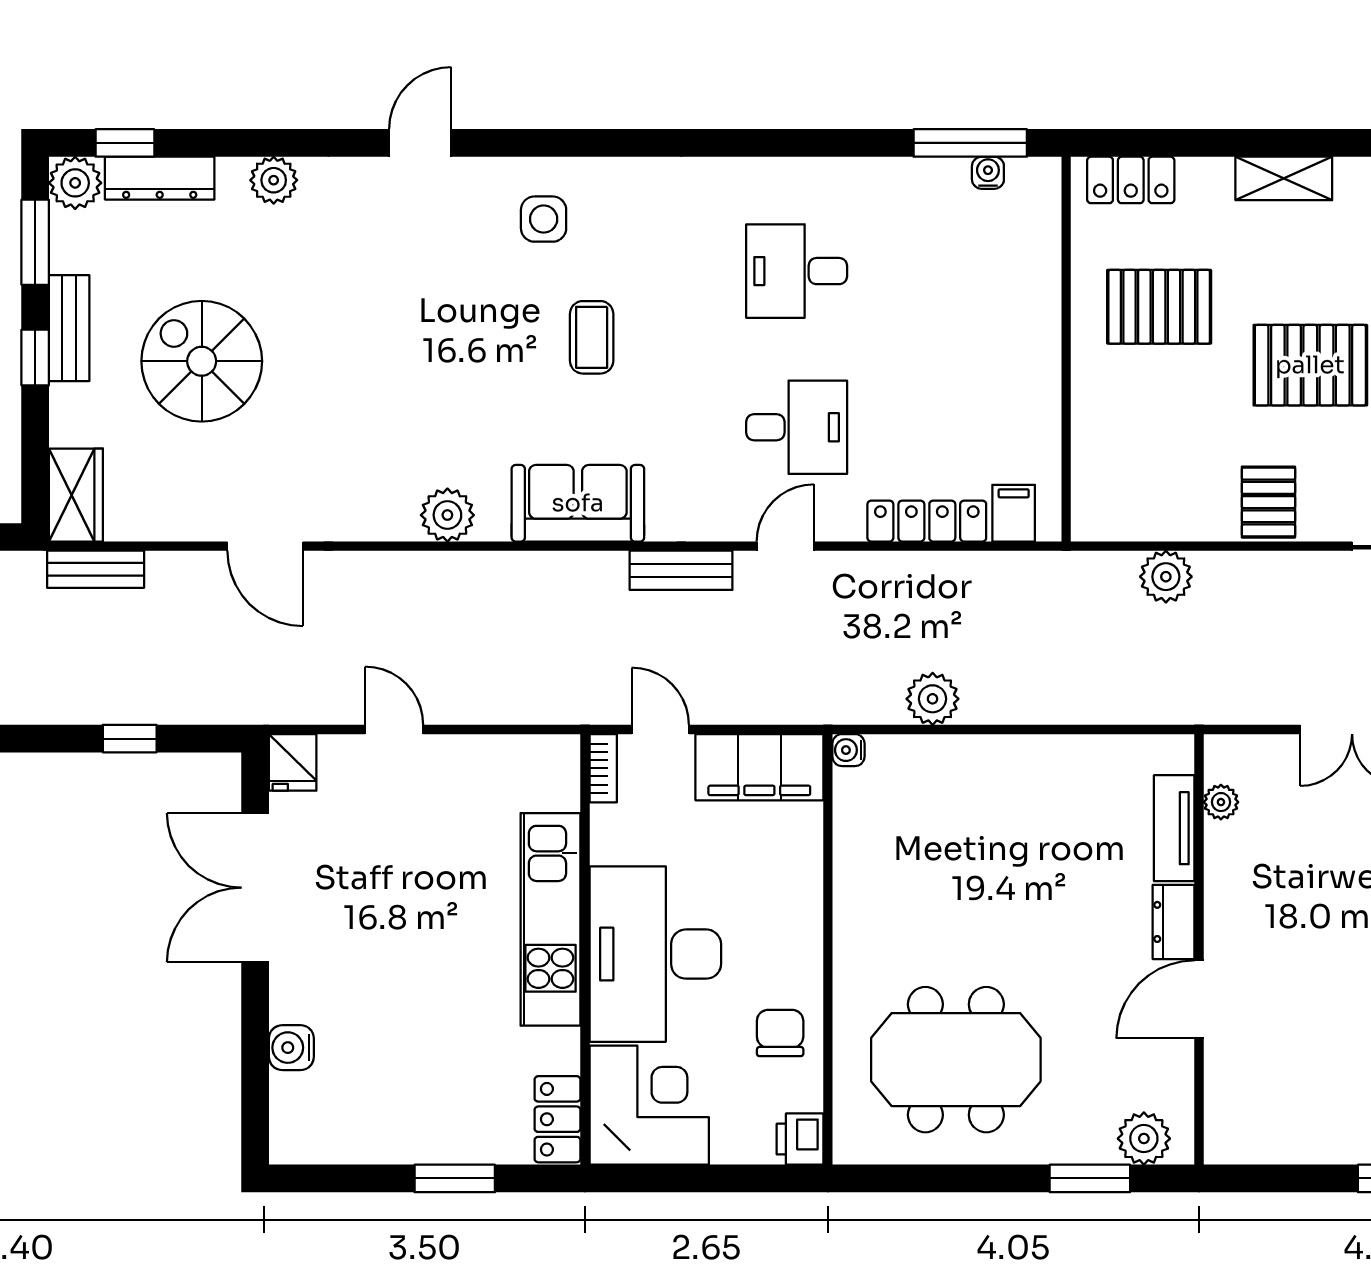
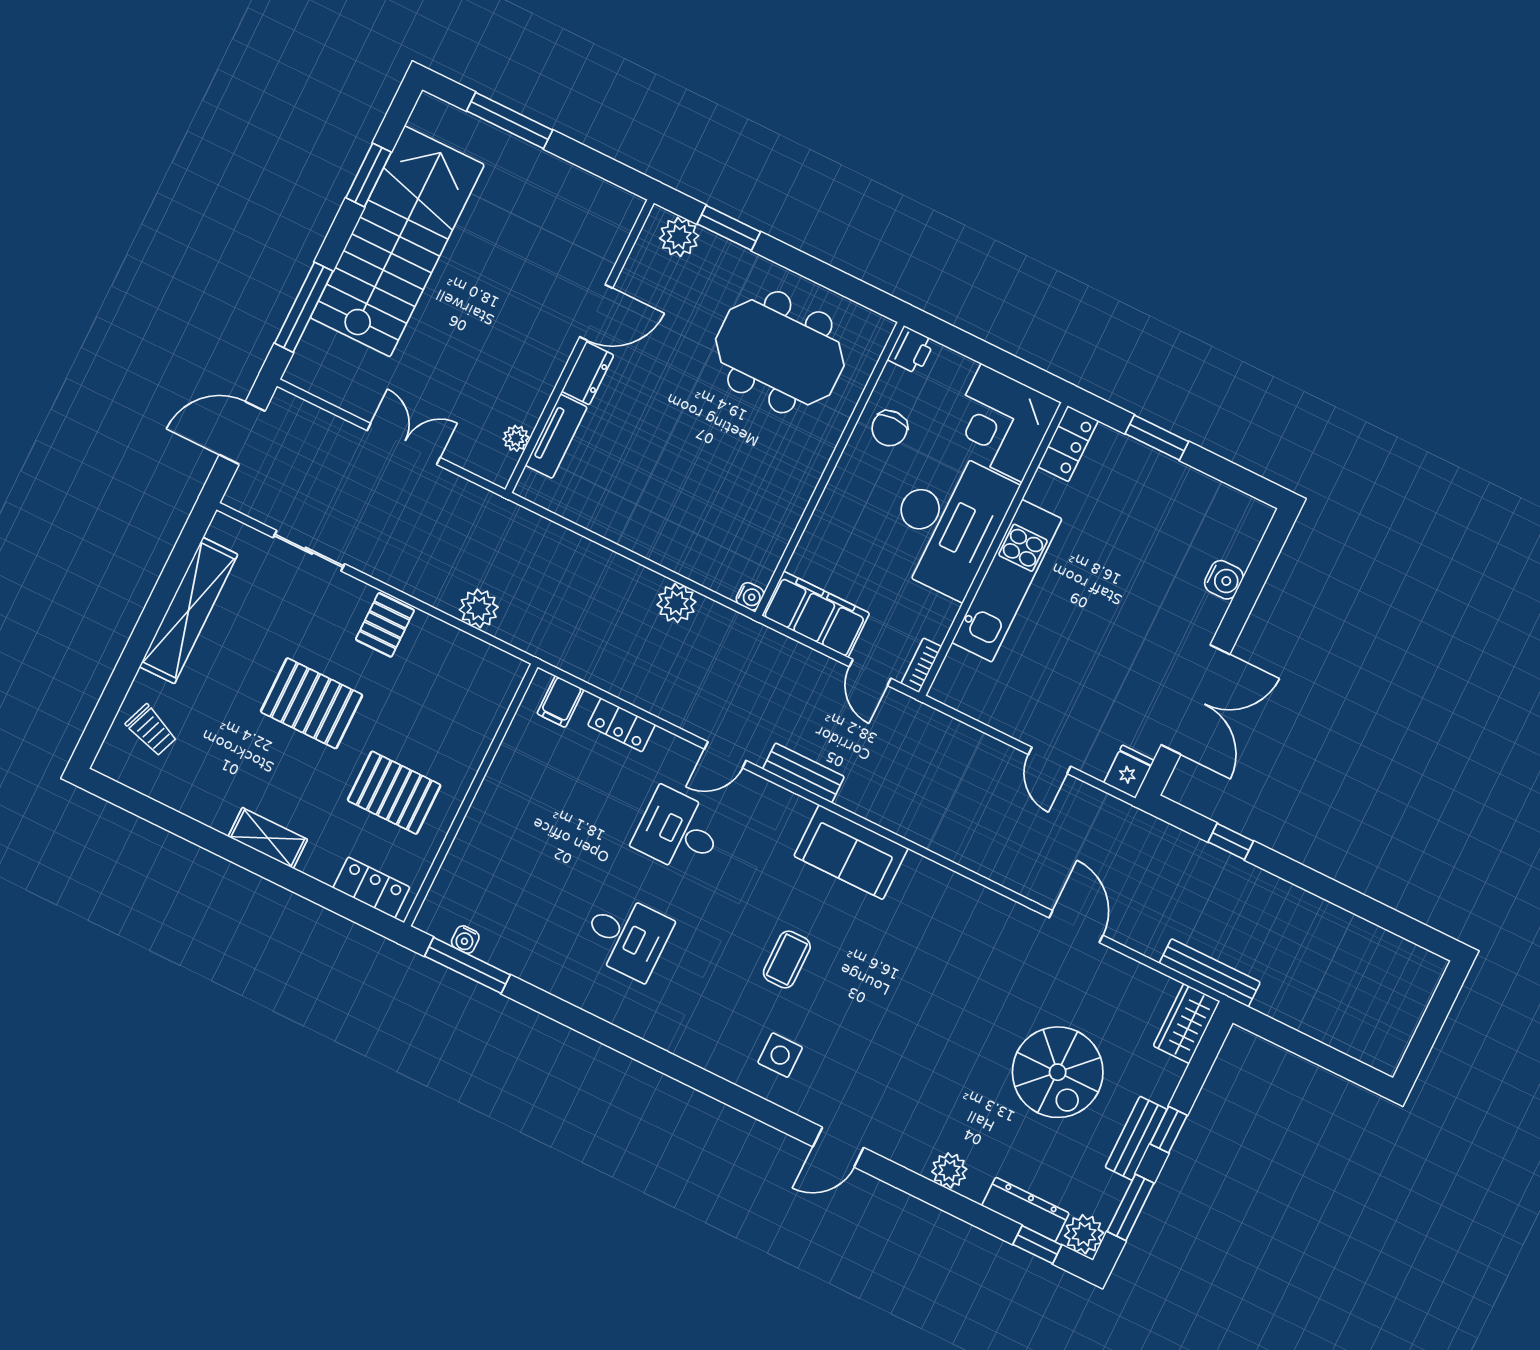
plant: (447, 515) -> (943, 887), removed
locker: (927, 521) -> (622, 725), width x0.66
bench: (96, 569) -> (1210, 973), width x1.36

